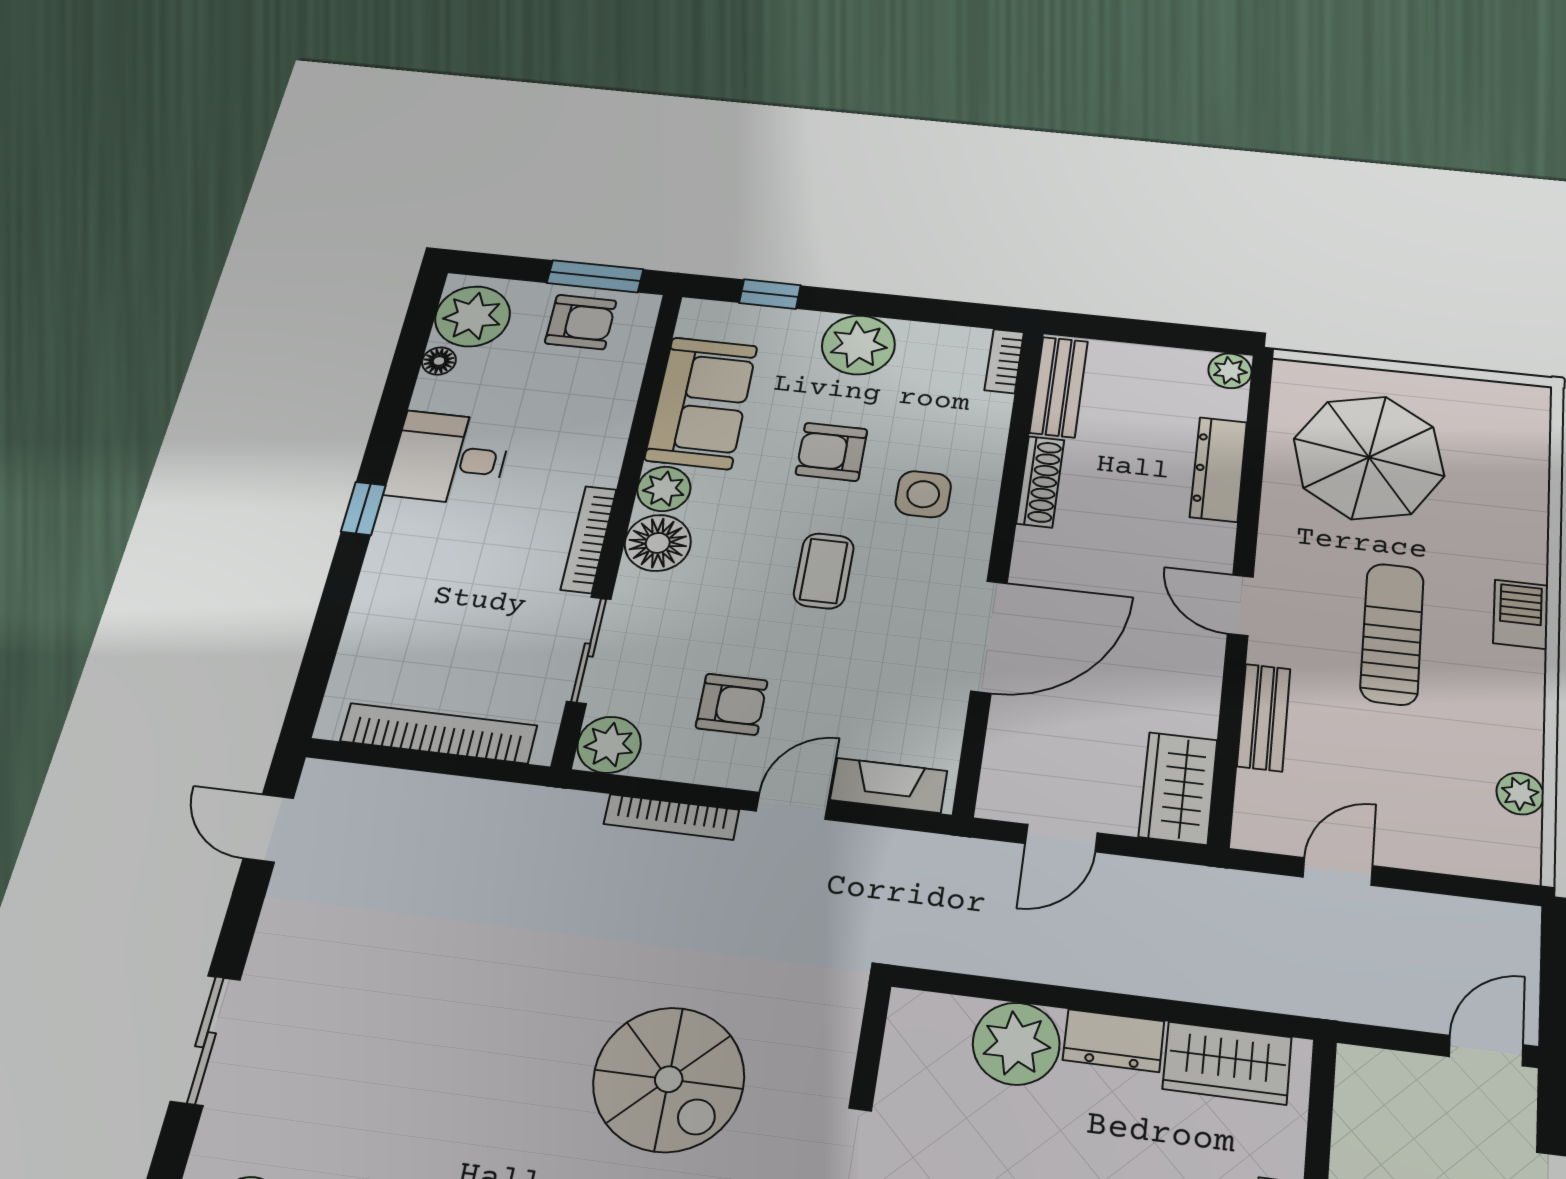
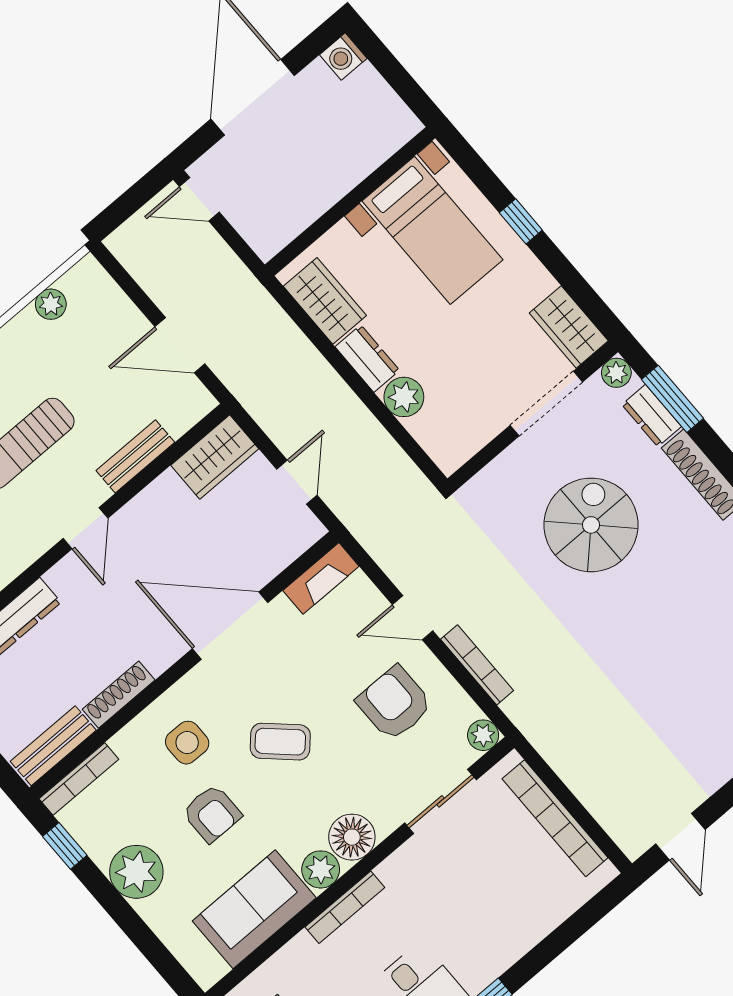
window: (770, 294) -> (65, 846), moved
bookcase: (1004, 361) -> (79, 779), width x1.56
bookcase: (589, 539) -> (345, 907), moved
coffee table: (824, 571) -> (280, 742), turned 43
armchair: (732, 704) -> (394, 703), width x1.38, depth x1.38
plant: (609, 745) -> (483, 735), width x0.73, depth x0.73
fireplace: (889, 785) -> (321, 578), moved, turned -90
door: (1061, 838) -> (297, 482), hinge flipped
door: (1338, 871) -> (180, 345), width x1.38
plant: (1016, 1044) -> (404, 397), width x0.73, depth x0.73

